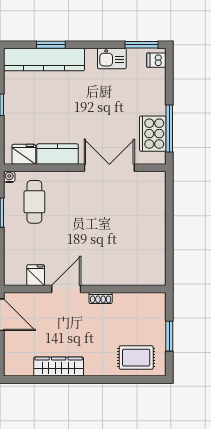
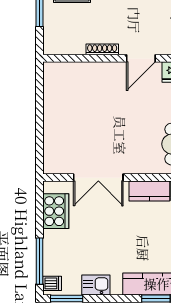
window: (169, 128) -> (39, 261), moved
shoe rack: (101, 298) -> (102, 49), width x1.43

